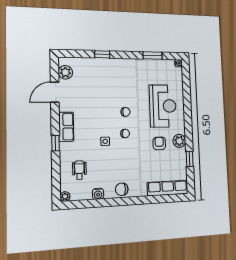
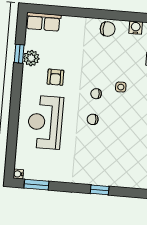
window: (102, 54) -> (100, 190), moved
window: (153, 56) -> (36, 185), moved
plant: (179, 141) -> (31, 58), moved
row of seats: (168, 188) -> (43, 22), width x0.68

